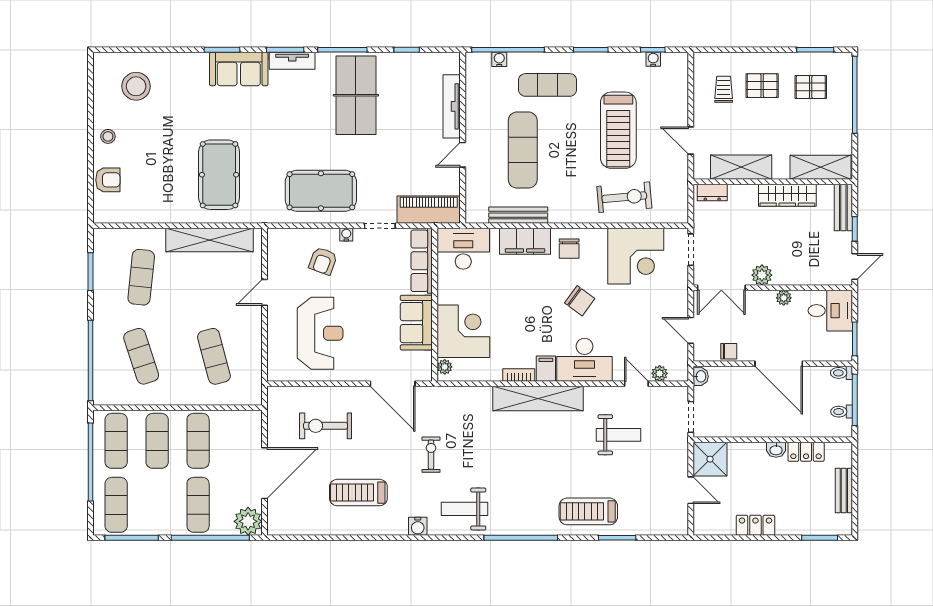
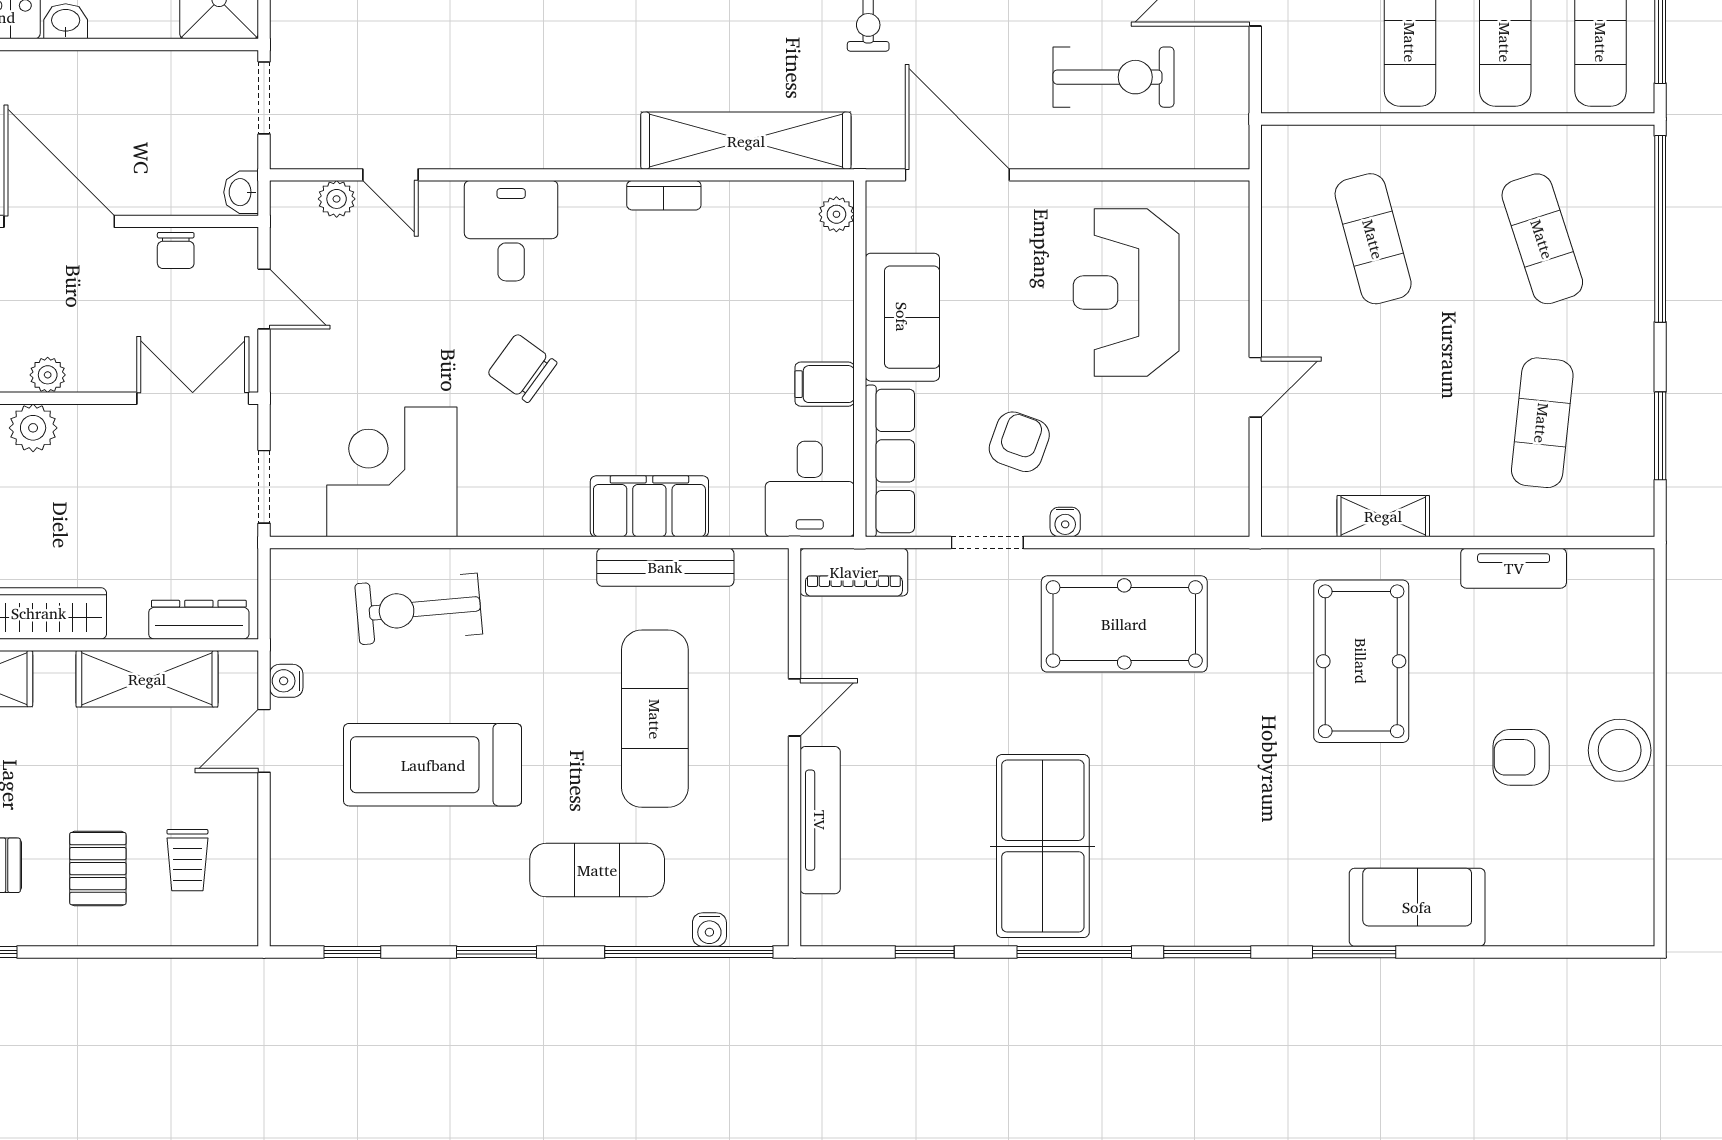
water cooler: (653, 59) -> (286, 681), moved, turned 90
tv unit: (292, 61) -> (1514, 568), moved, turned 180
sofa: (239, 69) -> (1417, 907), moved
stool: (136, 86) -> (1554, 867), removed
pallet: (762, 86) -> (98, 869), turned 90
treadmill: (618, 130) -> (433, 765), turned -90
stool: (108, 136) -> (1620, 750), width x1.89, depth x1.89
door: (691, 140) -> (264, 741), swing flipped
armchair: (108, 180) -> (1521, 757), moved
dresser: (712, 193) -> (199, 620), width x1.44
piano: (429, 210) -> (854, 572), width x0.73, depth x0.75
shelving: (210, 240) -> (1383, 516), width x0.45, depth x0.75
desk: (463, 249) -> (810, 489), width x0.73
chair: (569, 249) -> (547, 489), removed
armchair: (323, 261) -> (1019, 442), moved
plant: (762, 275) -> (33, 428), moved
corner desk: (463, 331) -> (793, 297), removed
chair: (729, 351) -> (176, 250), turned -90
desk: (585, 360) -> (511, 231), width x0.73
filing cabinet: (546, 369) -> (825, 384), moved, turned 90
shelving: (538, 399) -> (746, 141), moved
weight bench: (619, 435) -> (432, 56), removed

